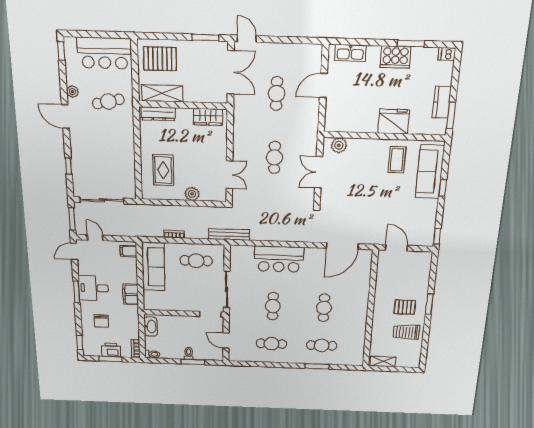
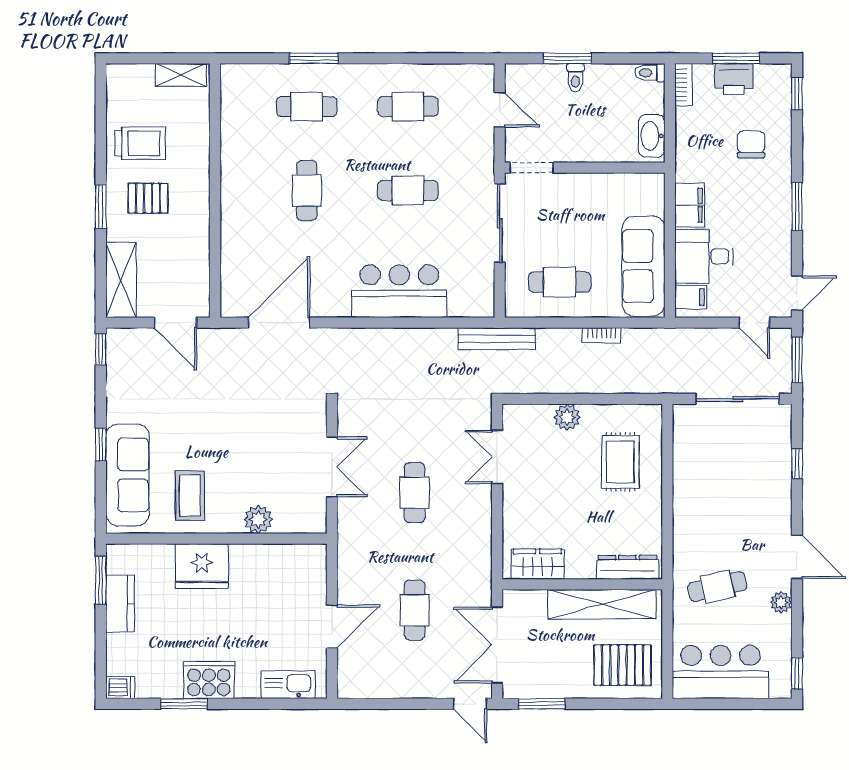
shelving: (162, 93) -> (602, 604), width x1.47
plant: (339, 145) -> (258, 519), moved
shelving: (423, 269) -> (121, 280), added
desk: (93, 288) -> (704, 256), moved, turned 180
cafe table: (273, 306) -> (408, 191), turned 90

